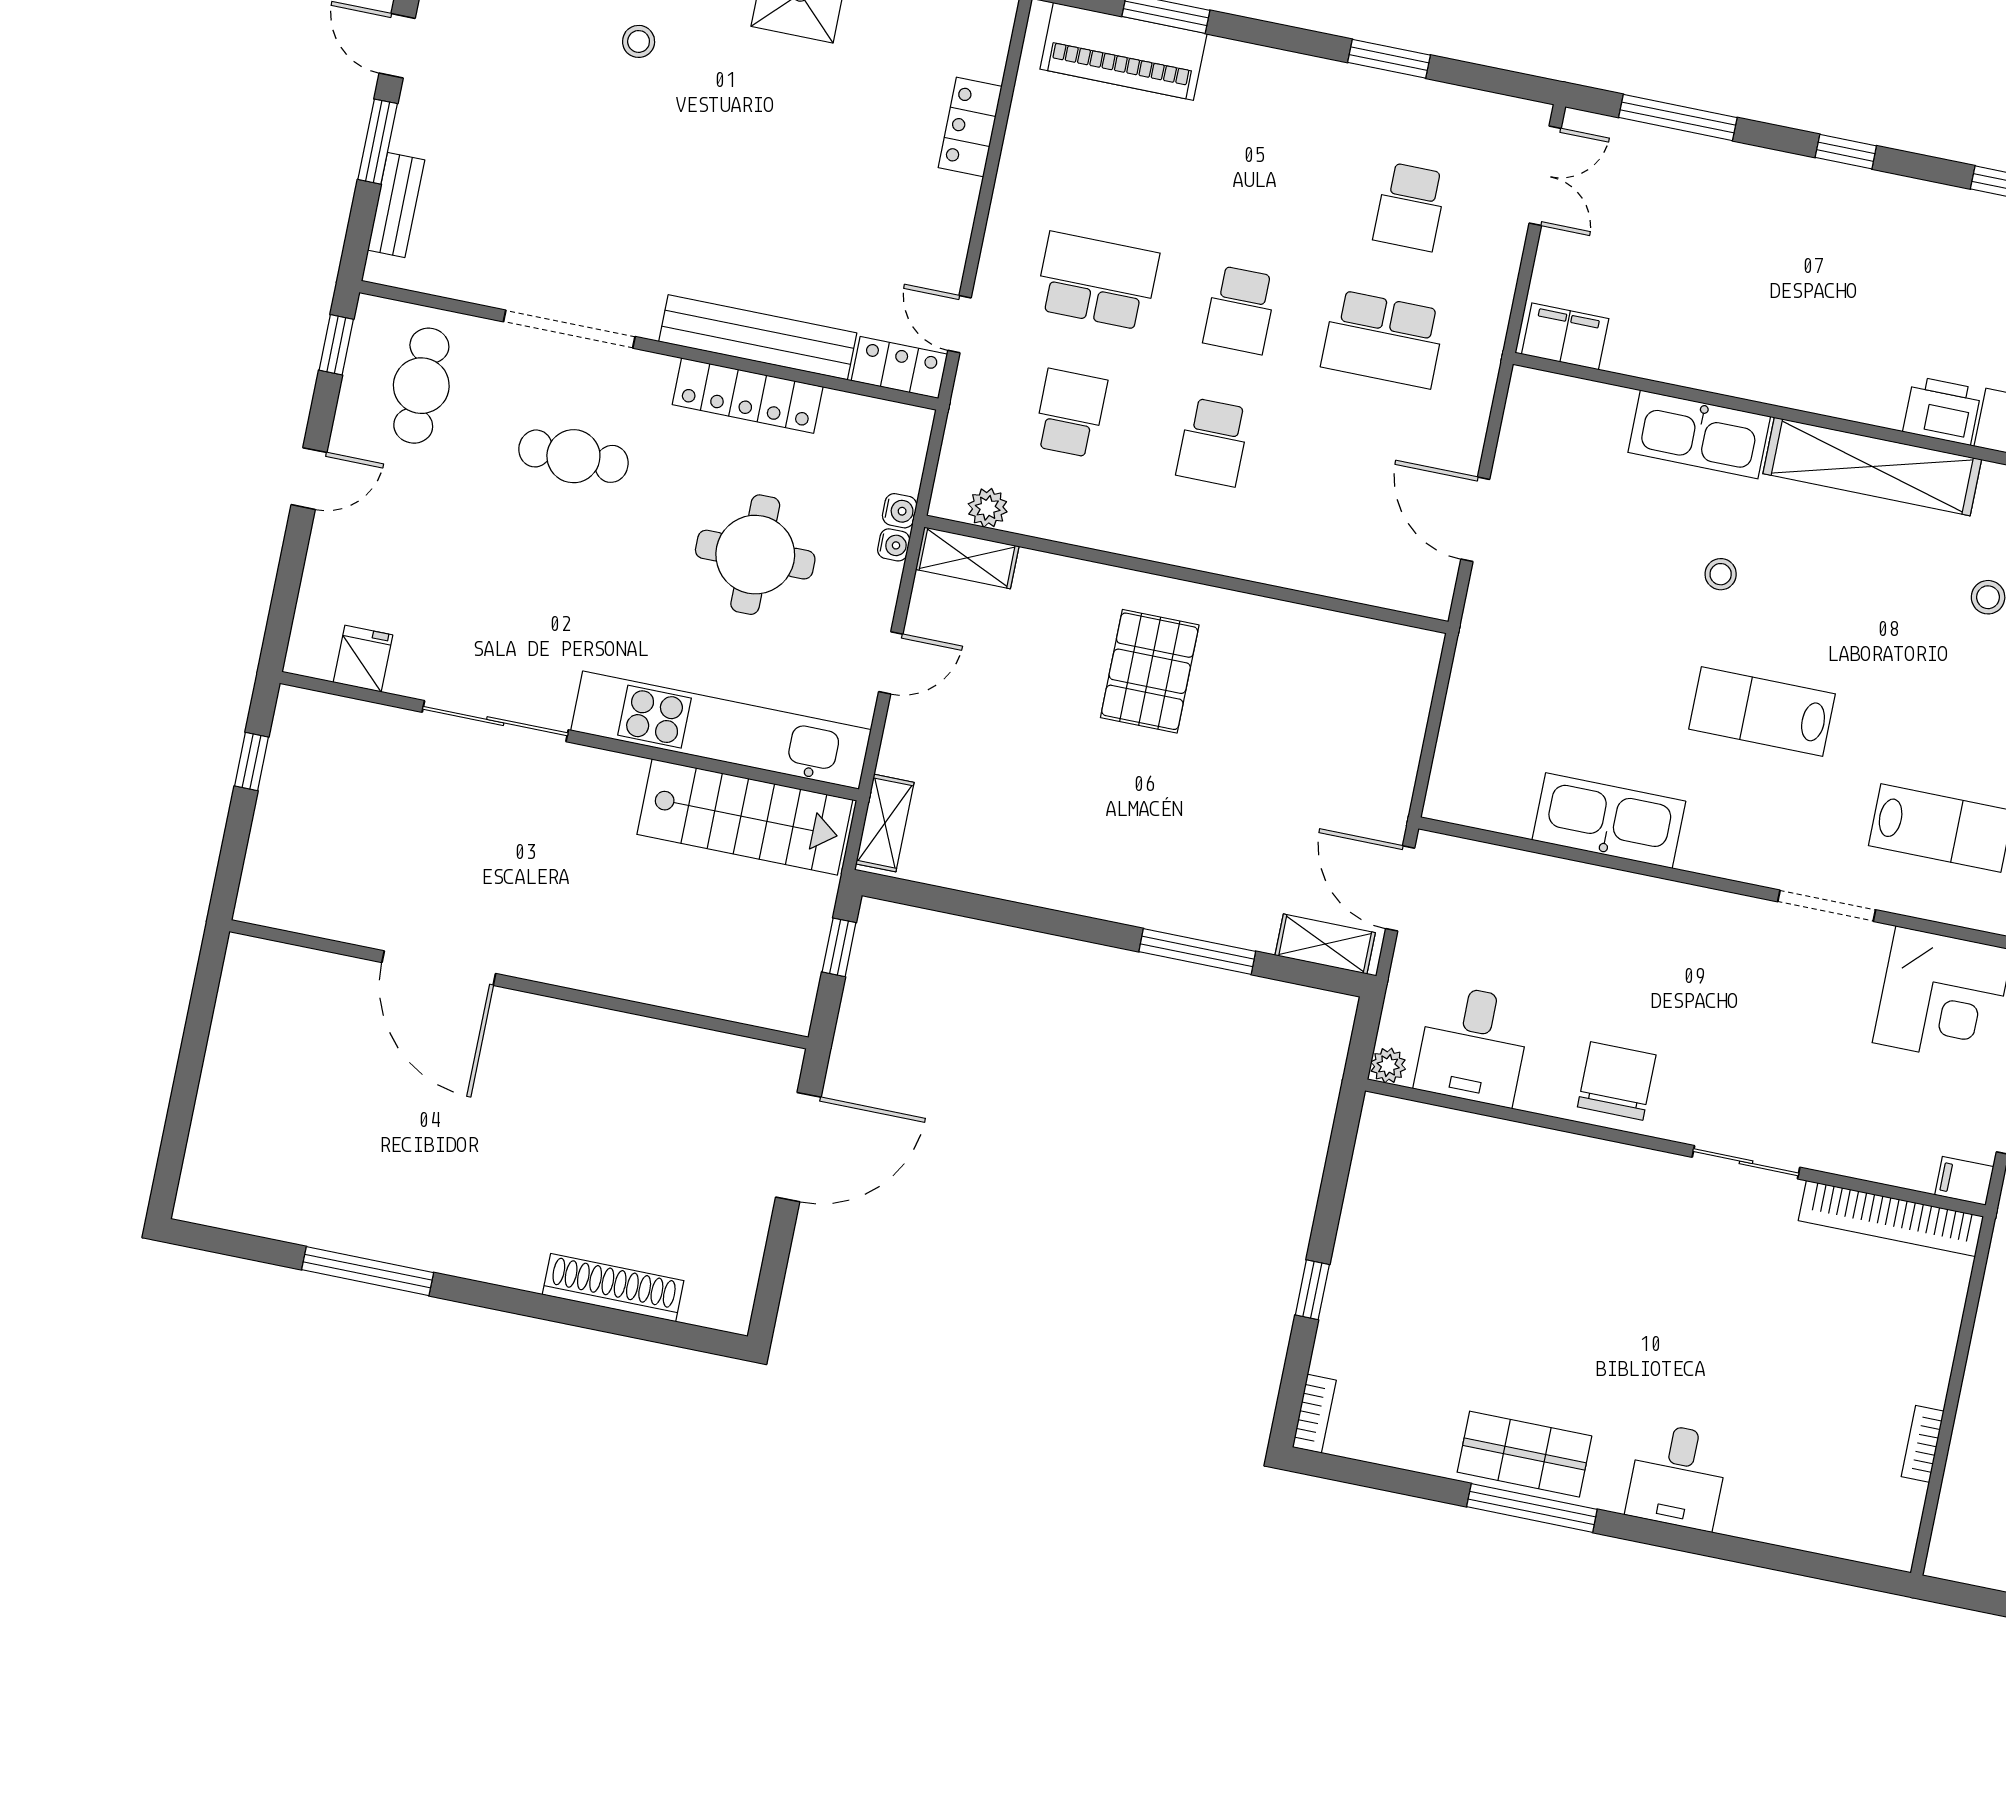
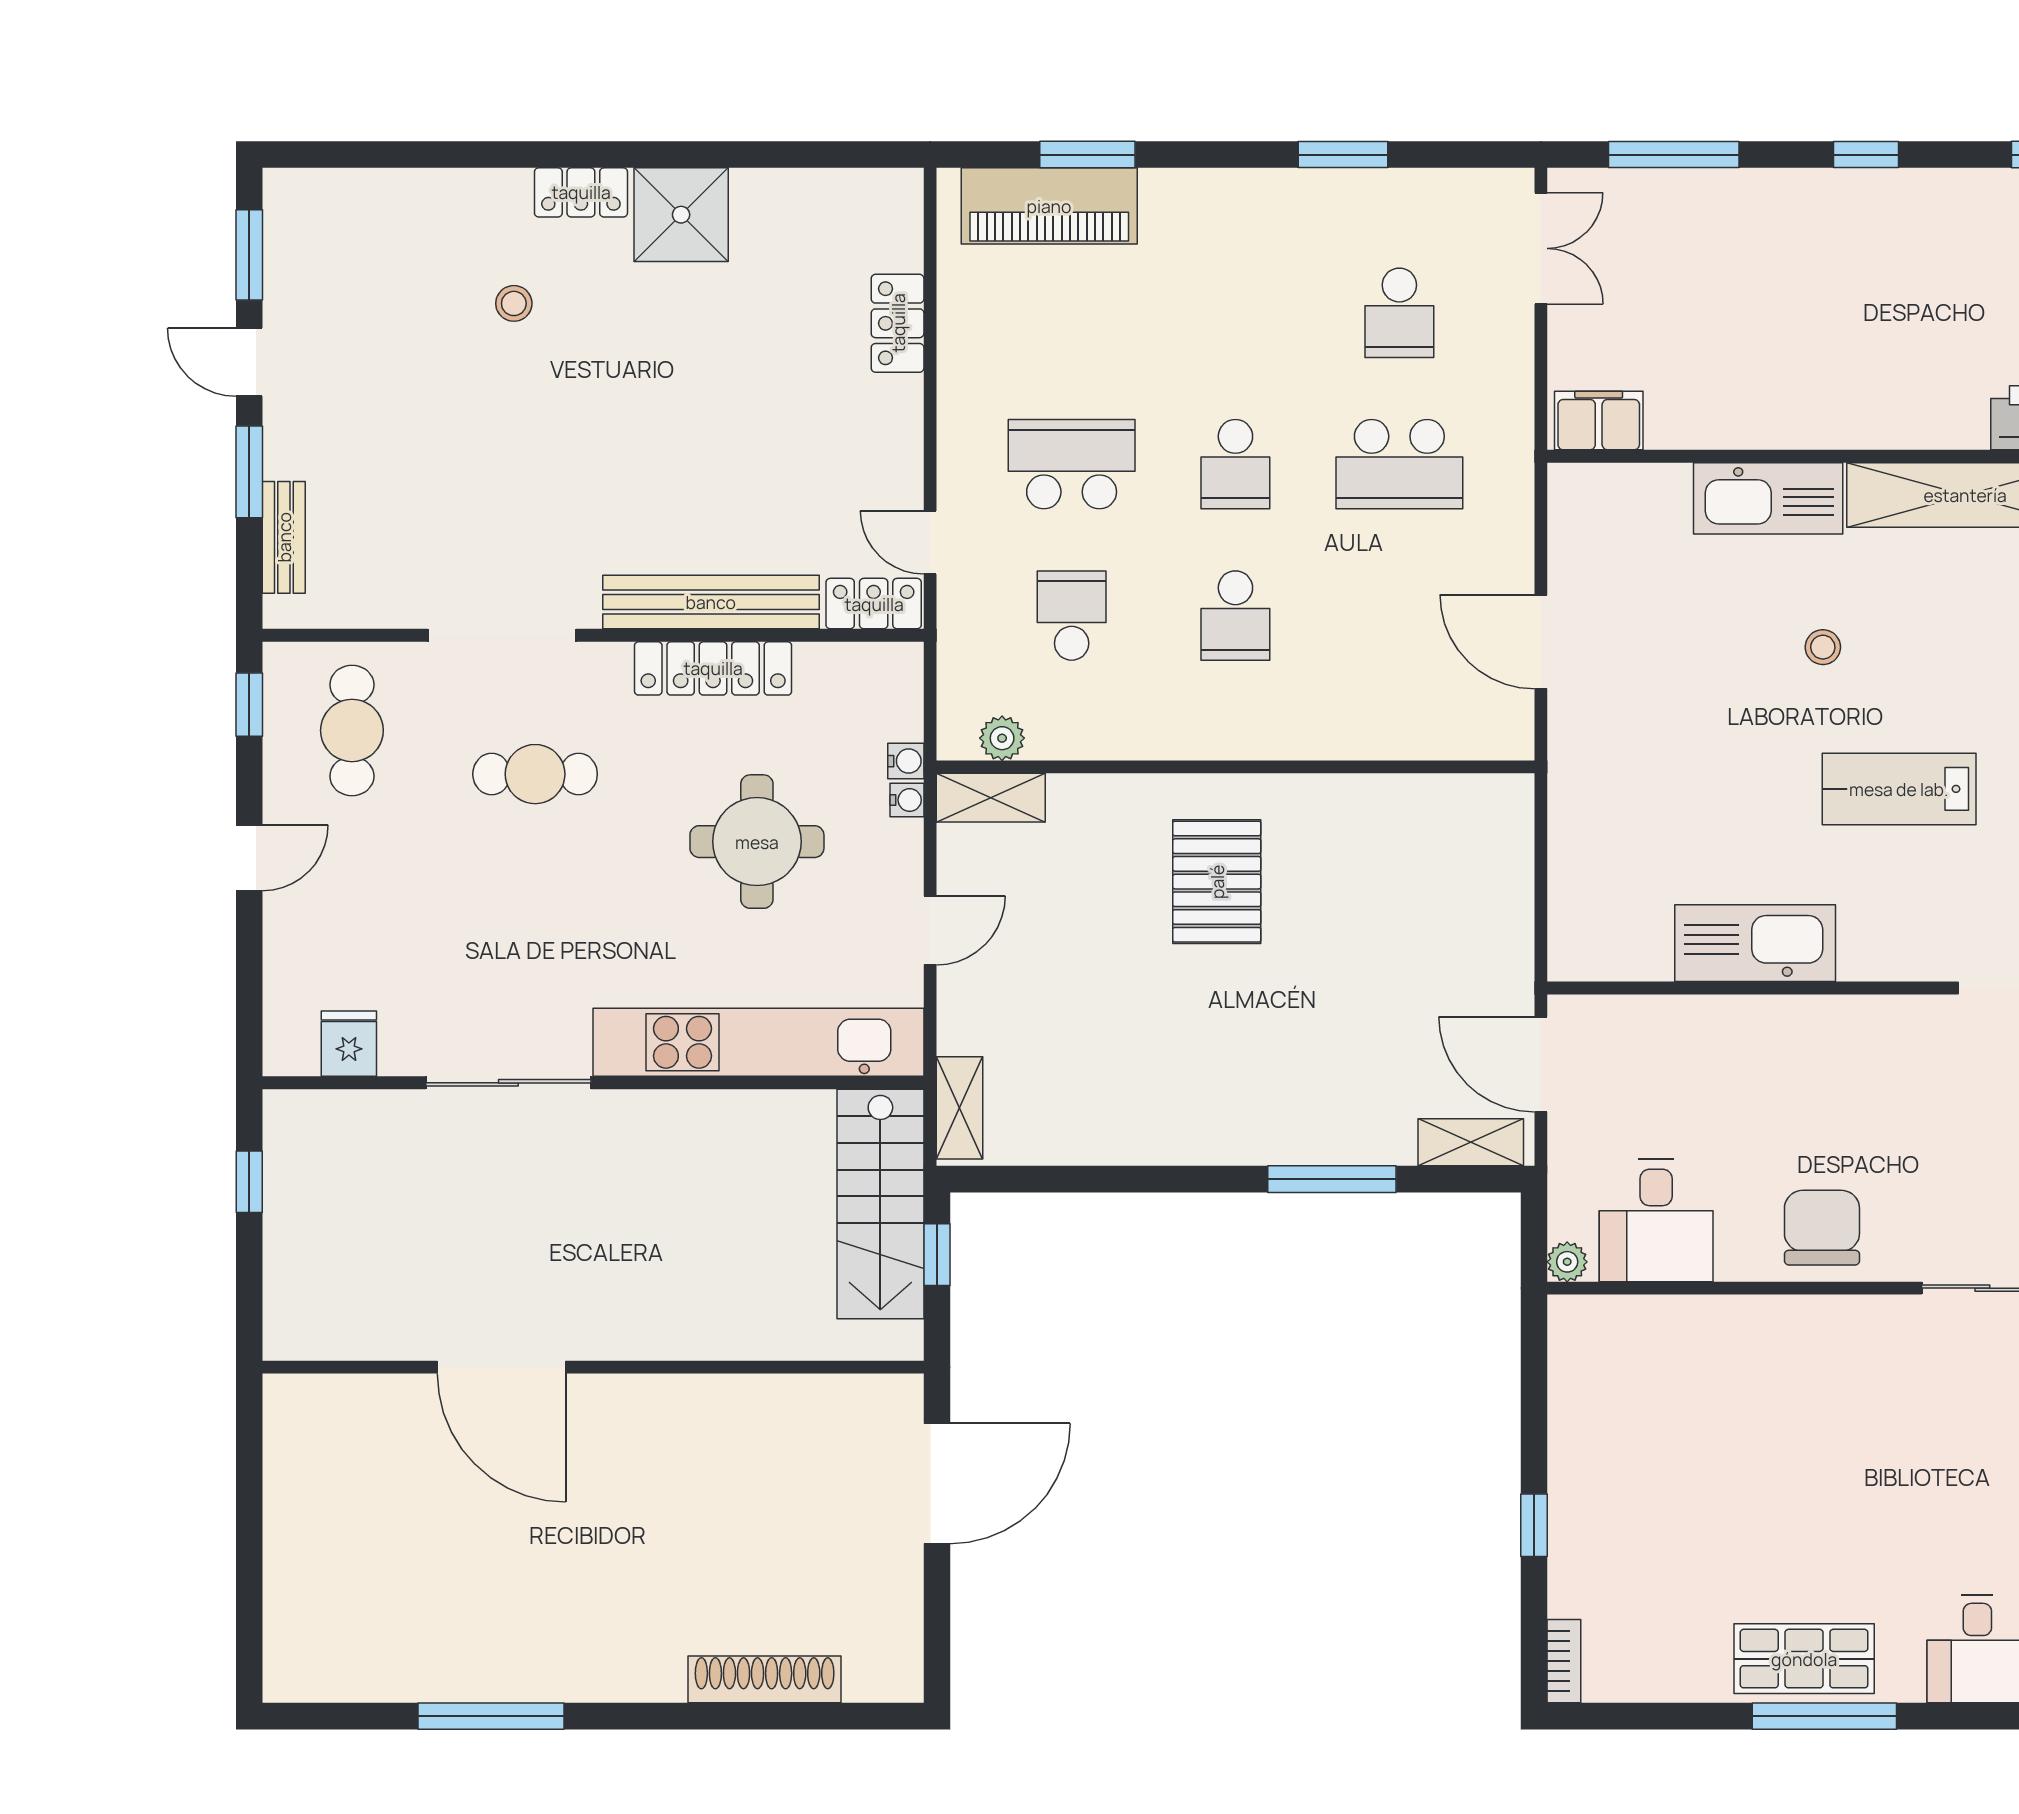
stairs: (745, 817) -> (880, 1204), moved, turned 90

